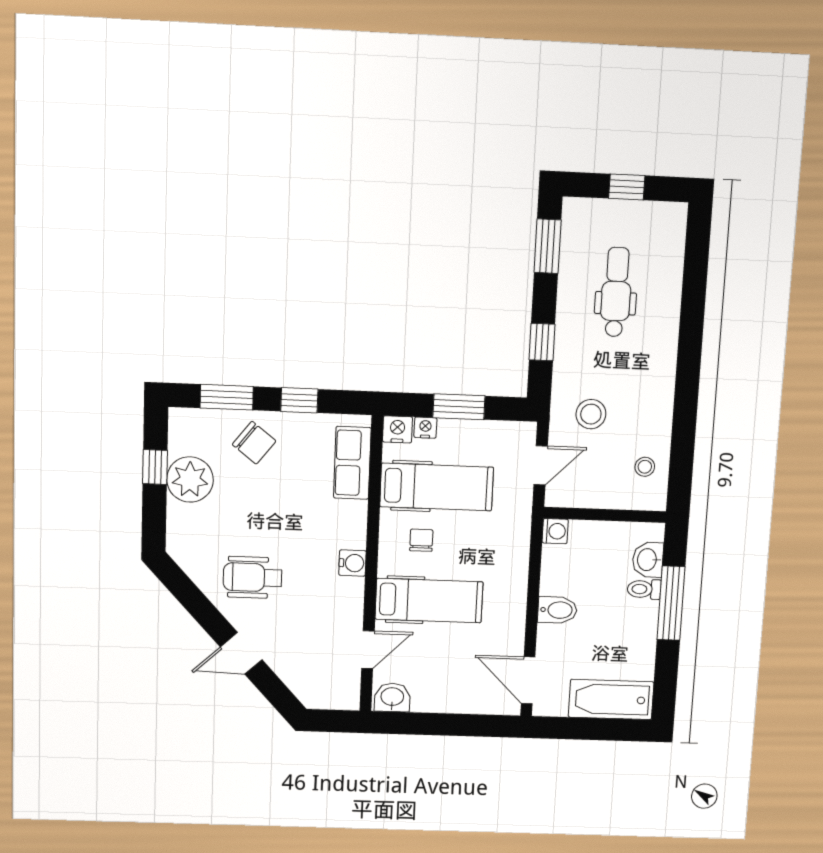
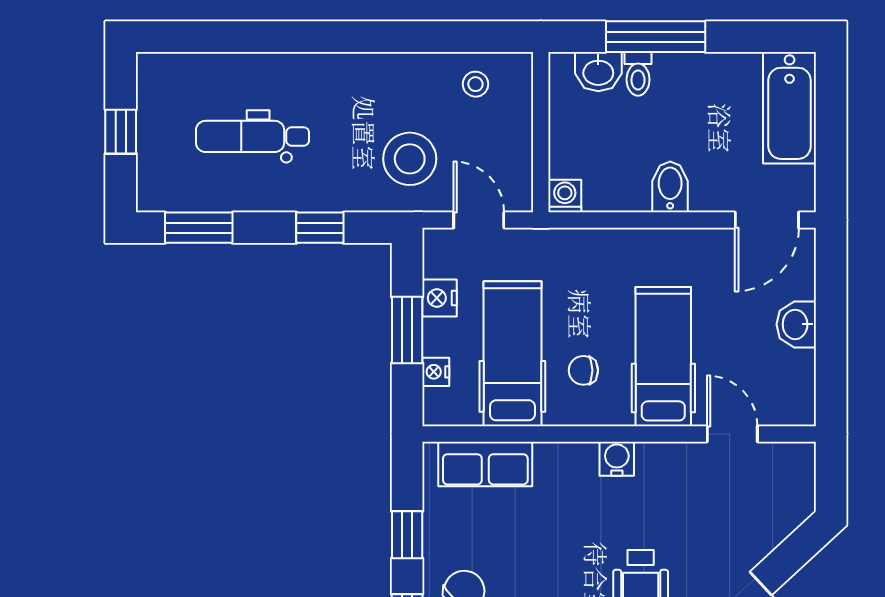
stool: (591, 414) -> (410, 159), width x1.38, depth x1.38
nightstand: (397, 429) -> (440, 298), moved
washbasin: (392, 697) -> (796, 324), moved

